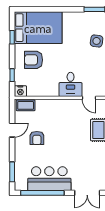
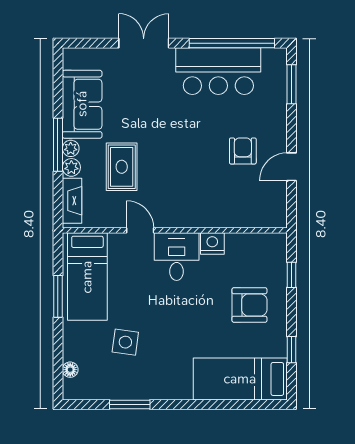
bed: (38, 28) -> (240, 379), width x0.67
nightstand: (20, 91) -> (212, 243), moved
coffee table: (26, 105) -> (265, 215), removed

